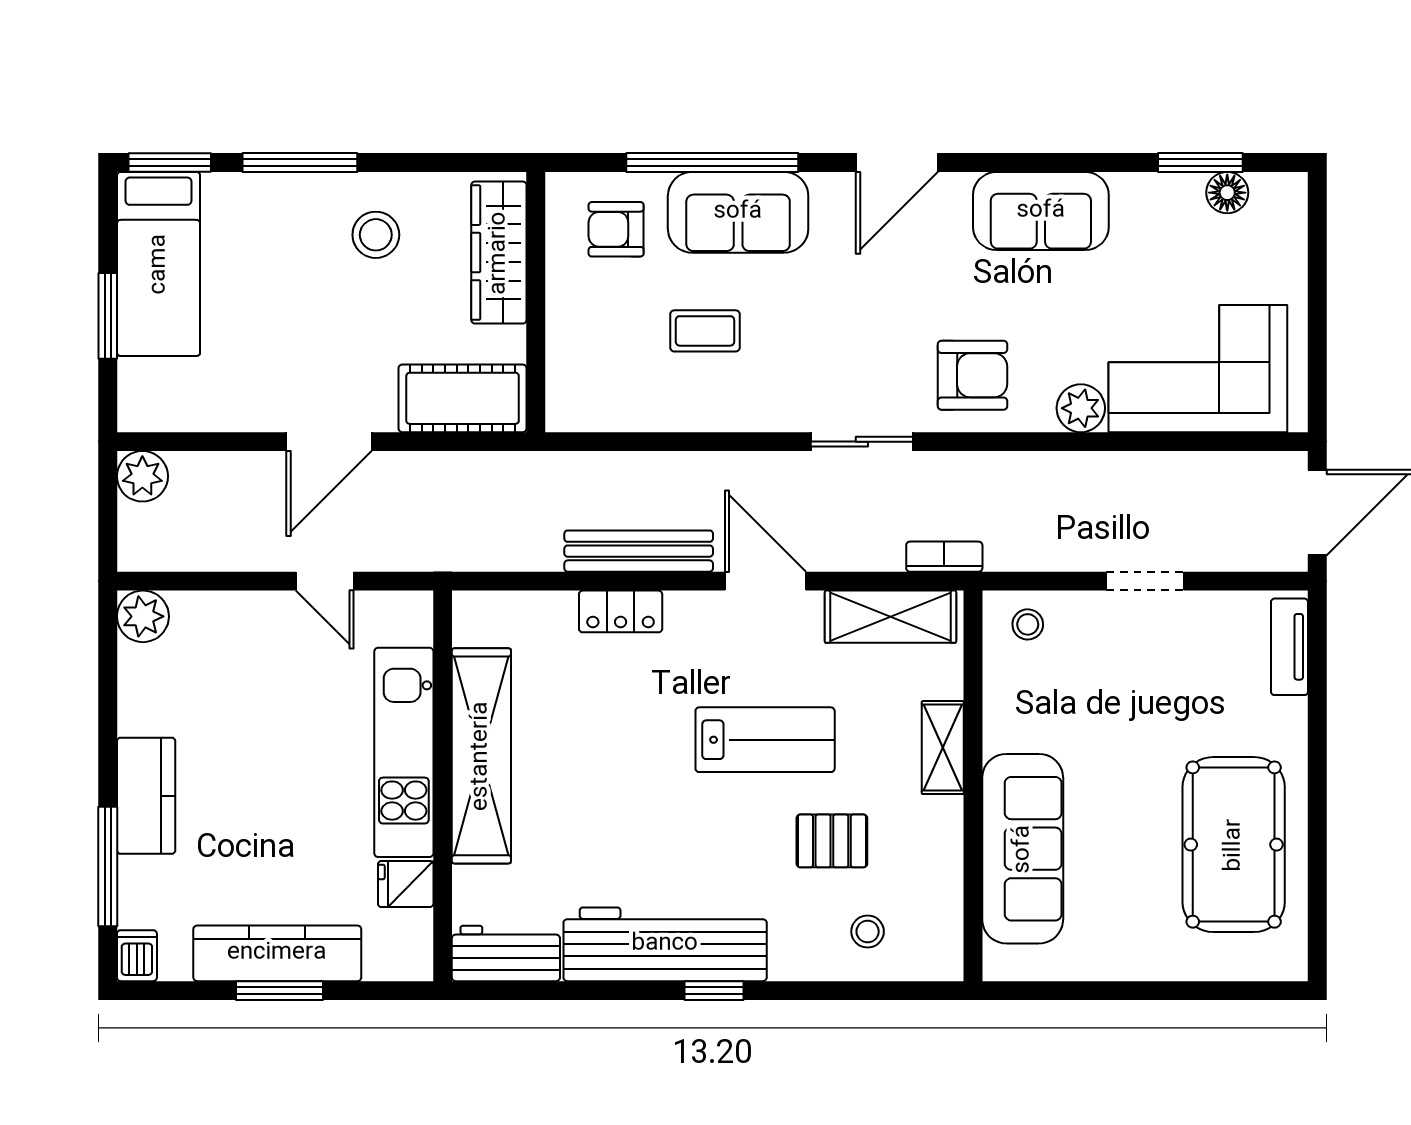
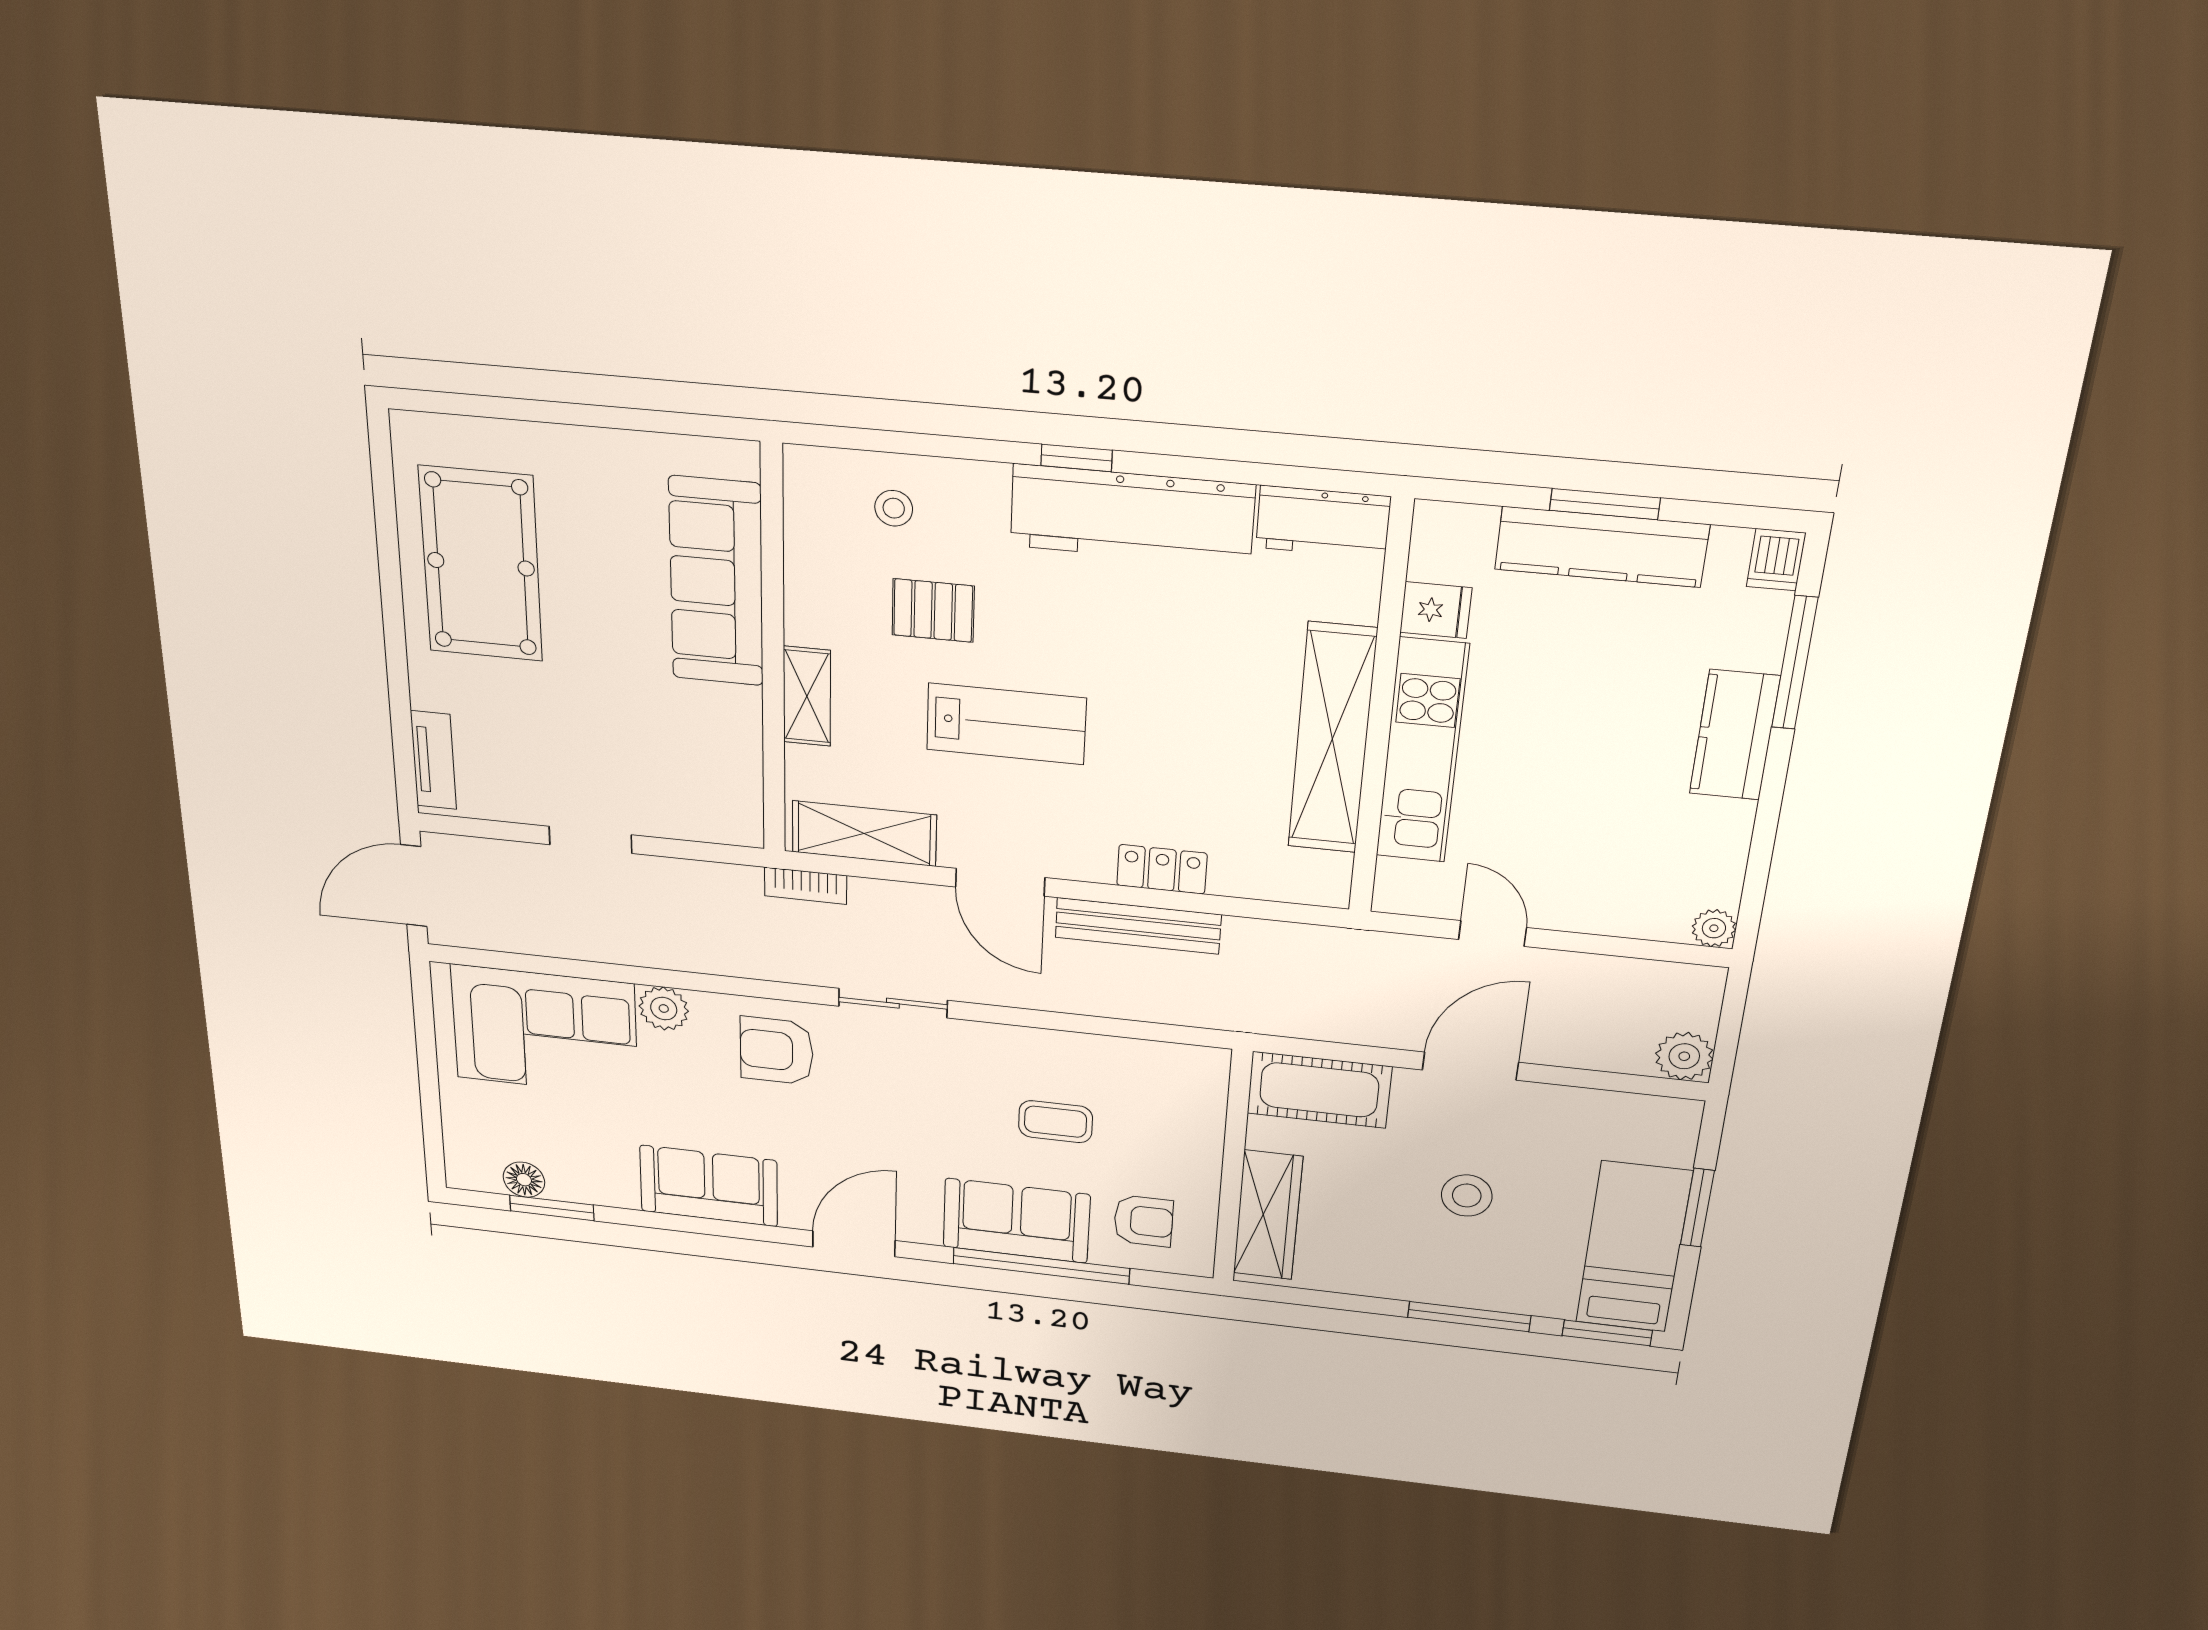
stool: (376, 235) -> (1467, 1196), moved
plant: (143, 616) -> (1714, 928), width x0.73, depth x0.73
stool: (1028, 624) -> (715, 811), removed
lab bench: (765, 740) -> (1006, 724), turned 180

